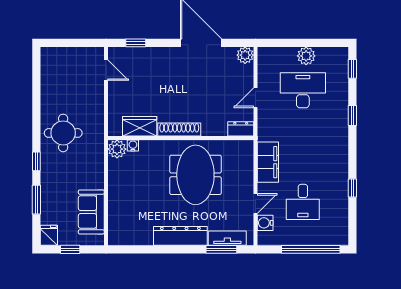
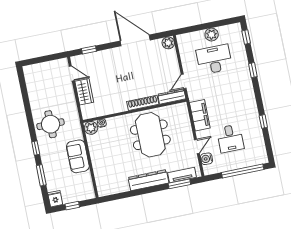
door: (255, 98) -> (184, 81), moved
wardrobe: (140, 126) -> (84, 92), moved, turned 90
dresser: (241, 129) -> (172, 97), width x1.44
shoe rack: (179, 130) -> (143, 103), moved
sofa: (91, 212) -> (78, 156), moved

